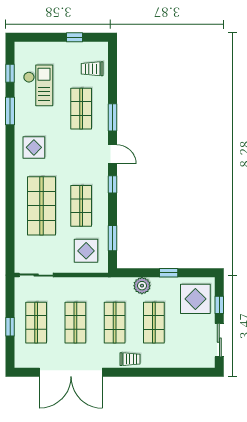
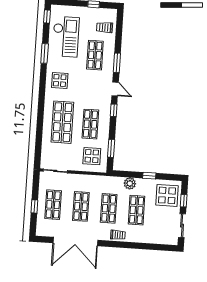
window: (10, 73) -> (47, 16), moved
checkout: (38, 85) -> (66, 37), width x1.36, depth x1.21

